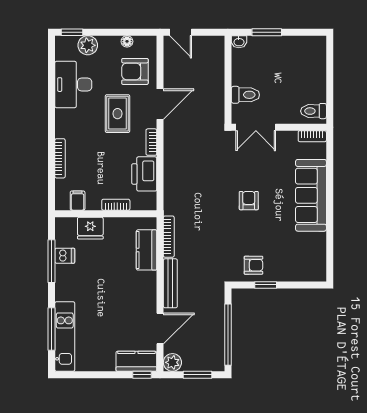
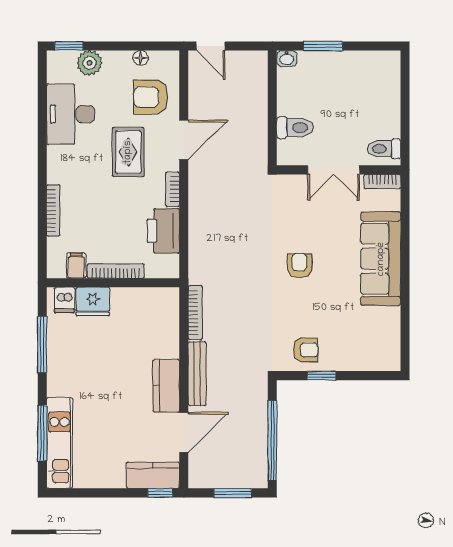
double door: (256, 127) -> (334, 170), moved
bookcase: (116, 205) -> (116, 271), width x1.56
kitchen counter: (147, 250) -> (166, 386), moved
dishwasher: (65, 256) -> (64, 300), moved, turned 90
plant: (172, 362) -> (200, 477), removed

